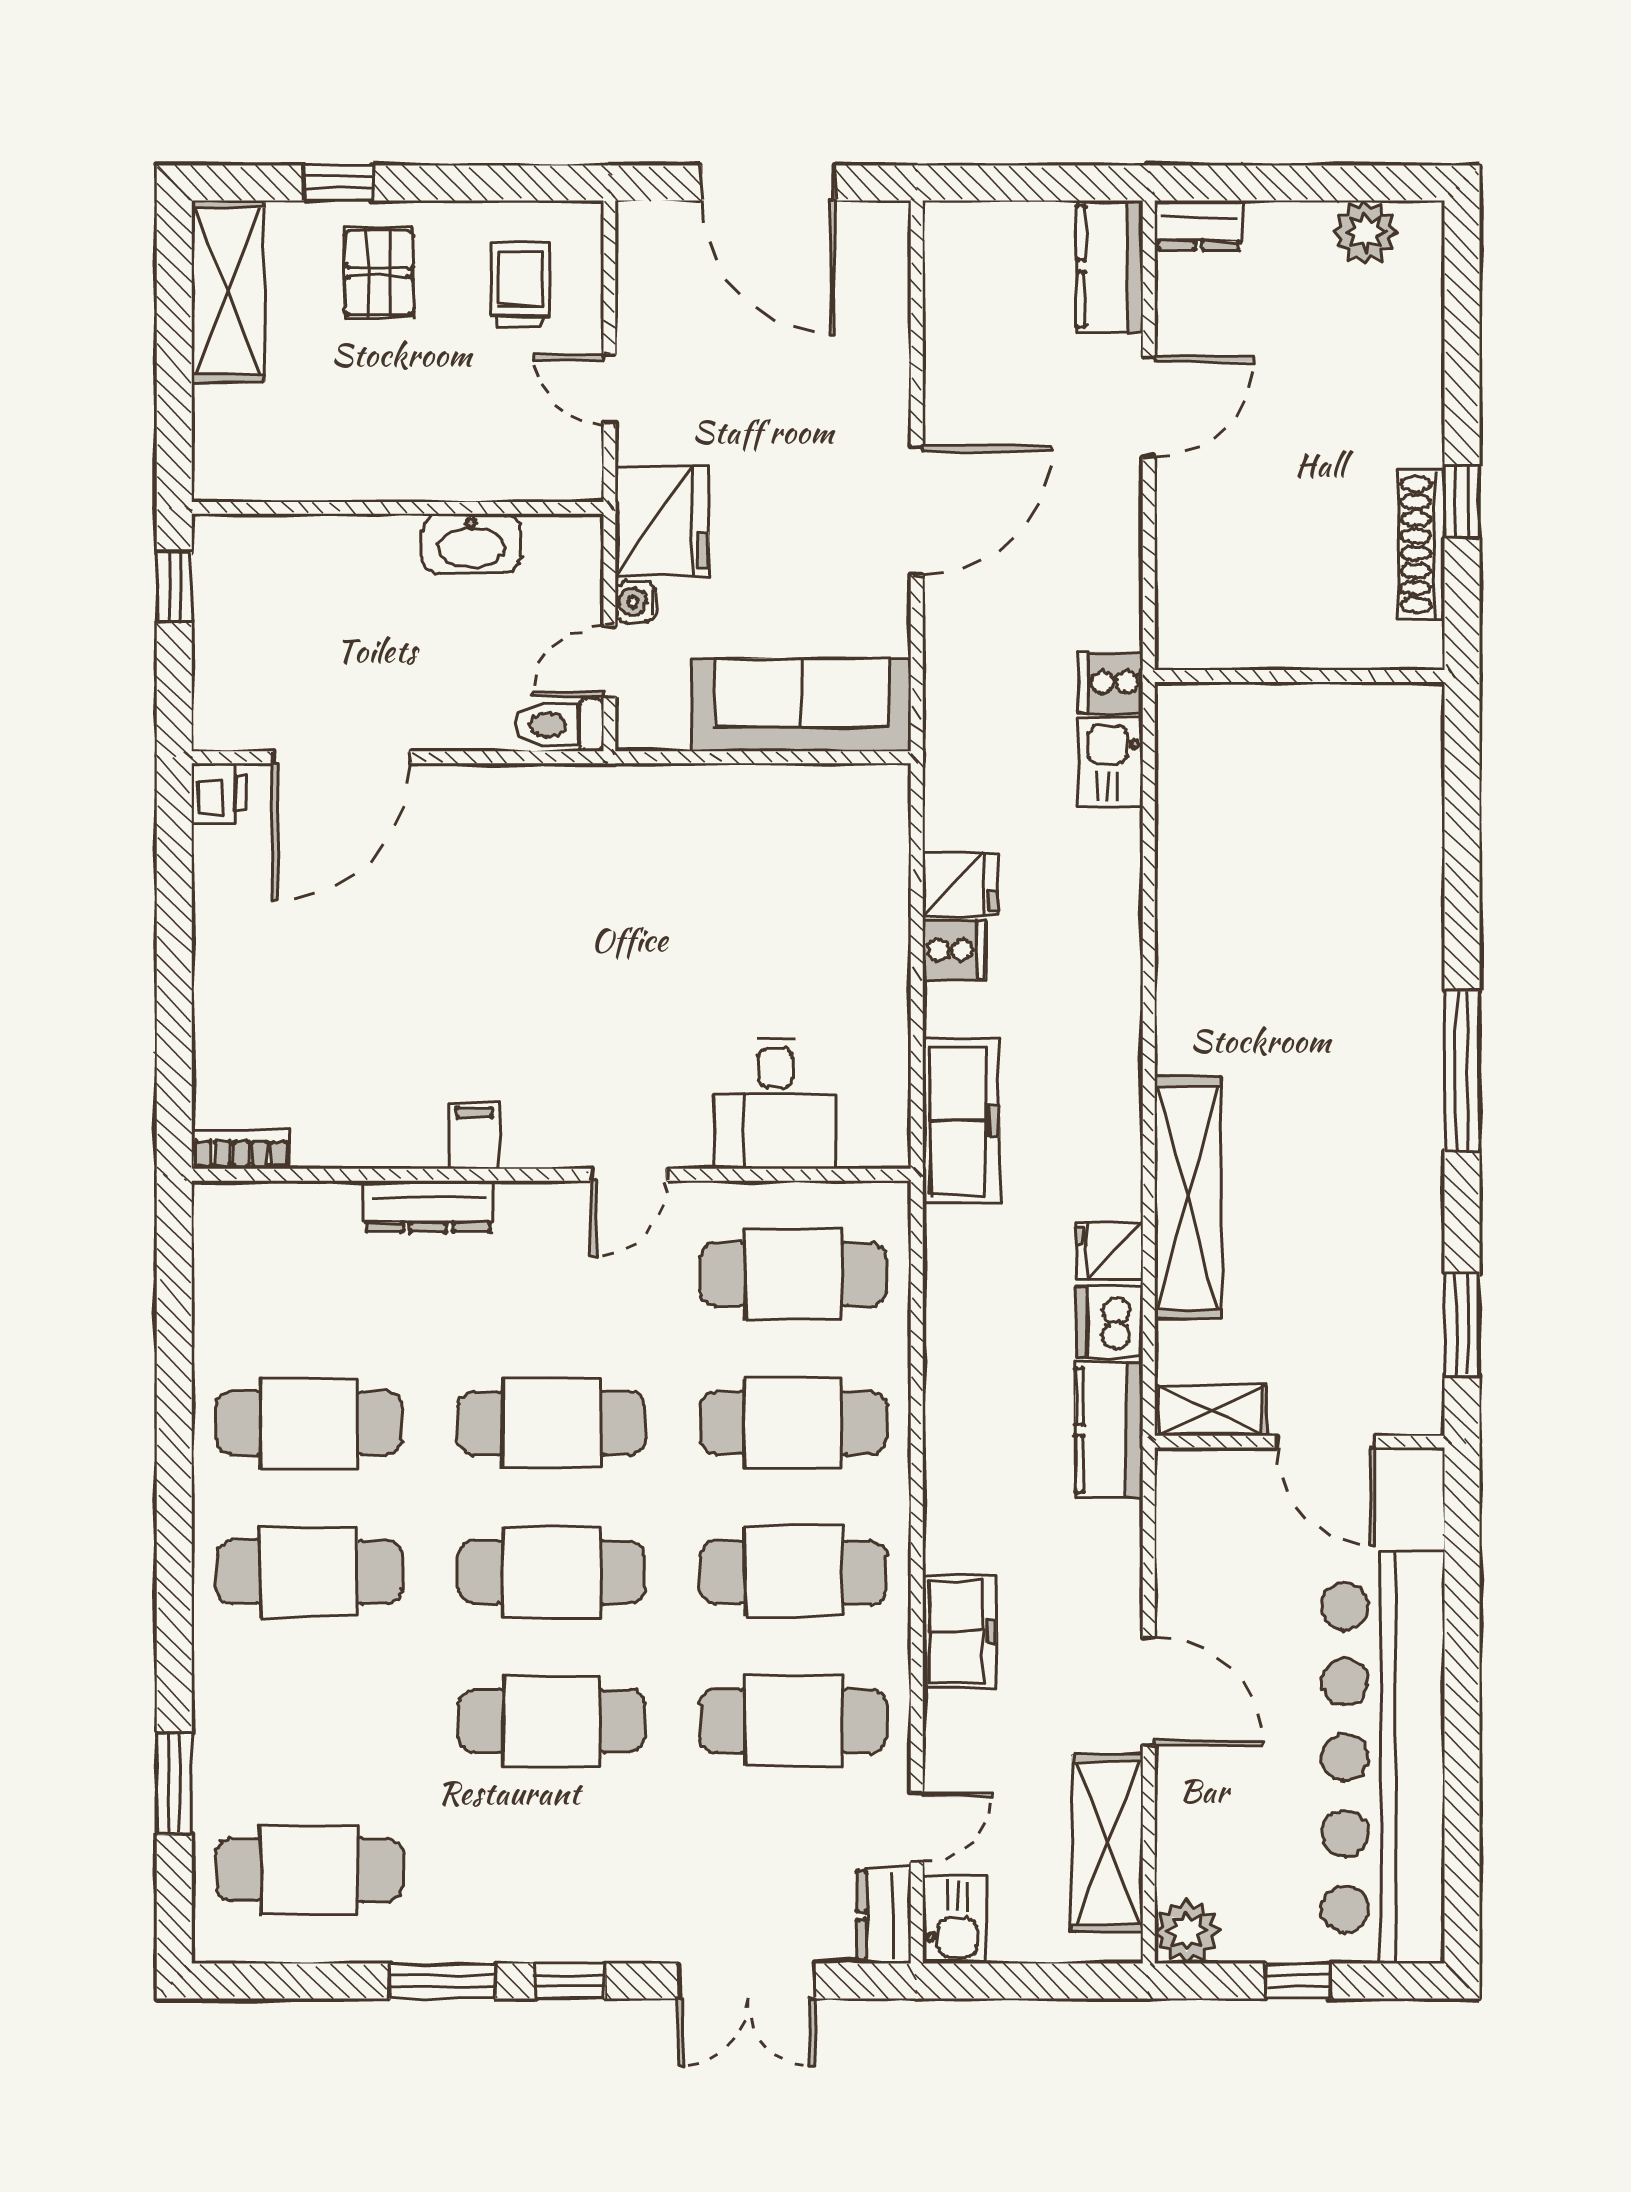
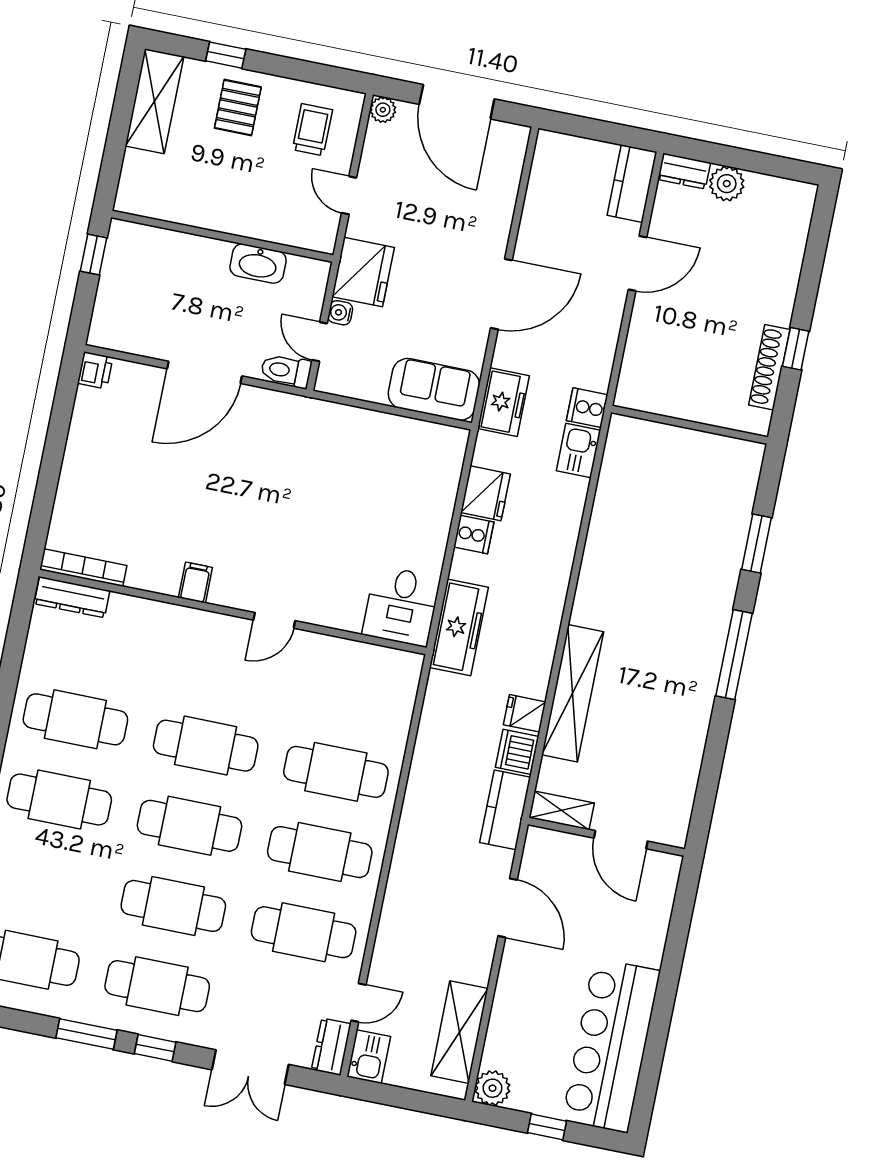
plant: (639, 224) -> (383, 110), added
plant: (1365, 232) -> (727, 184), moved
door: (609, 661) -> (320, 342), hinge flipped
sofa: (802, 705) -> (434, 389), width x0.73
door: (342, 757) -> (205, 372), moved
fridge: (960, 884) -> (486, 493), width x1.38
desk: (776, 1104) -> (401, 606), moved
bookcase: (241, 1149) -> (83, 568), width x1.56
dresser: (428, 1206) -> (72, 597), moved
cafe table: (793, 1274) -> (157, 986), moved
window: (1462, 1324) -> (756, 544), moved
freezer: (959, 1631) -> (503, 402), moved
door: (1149, 1691) -> (508, 908), moved
bar counter: (1383, 1758) -> (611, 1045), width x0.73

